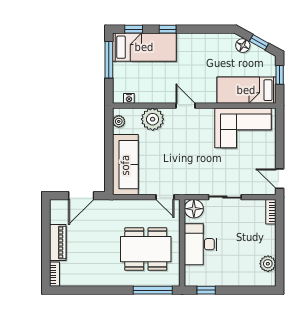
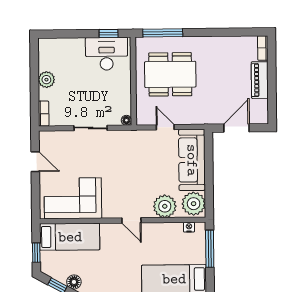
window: (109, 60) -> (210, 249), moved
plant: (119, 121) -> (194, 204), width x1.87, depth x1.87
door: (280, 179) -> (35, 162), moved
door: (165, 197) -> (165, 127), moved
floor lamp: (194, 209) -> (126, 120), width x0.53, depth x0.53
desk: (201, 244) -> (107, 54), moved, turned -90
plant: (268, 264) -> (46, 80), moved

